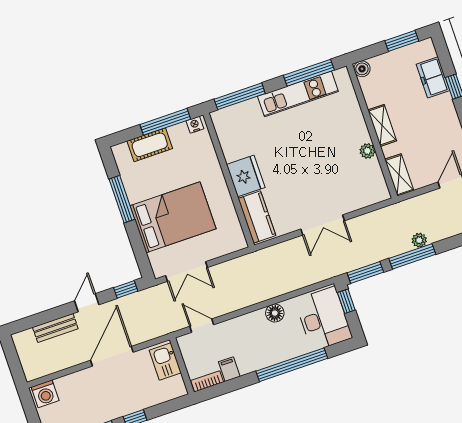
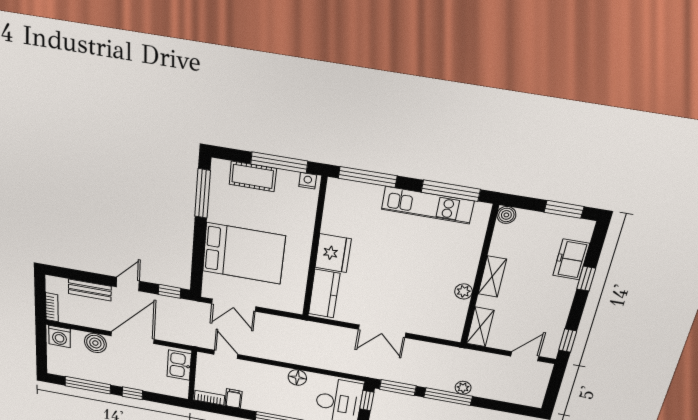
window: (122, 199) -> (203, 194), moved
bookcase: (27, 366) -> (52, 307), added
boiler: (80, 382) -> (95, 343), added

